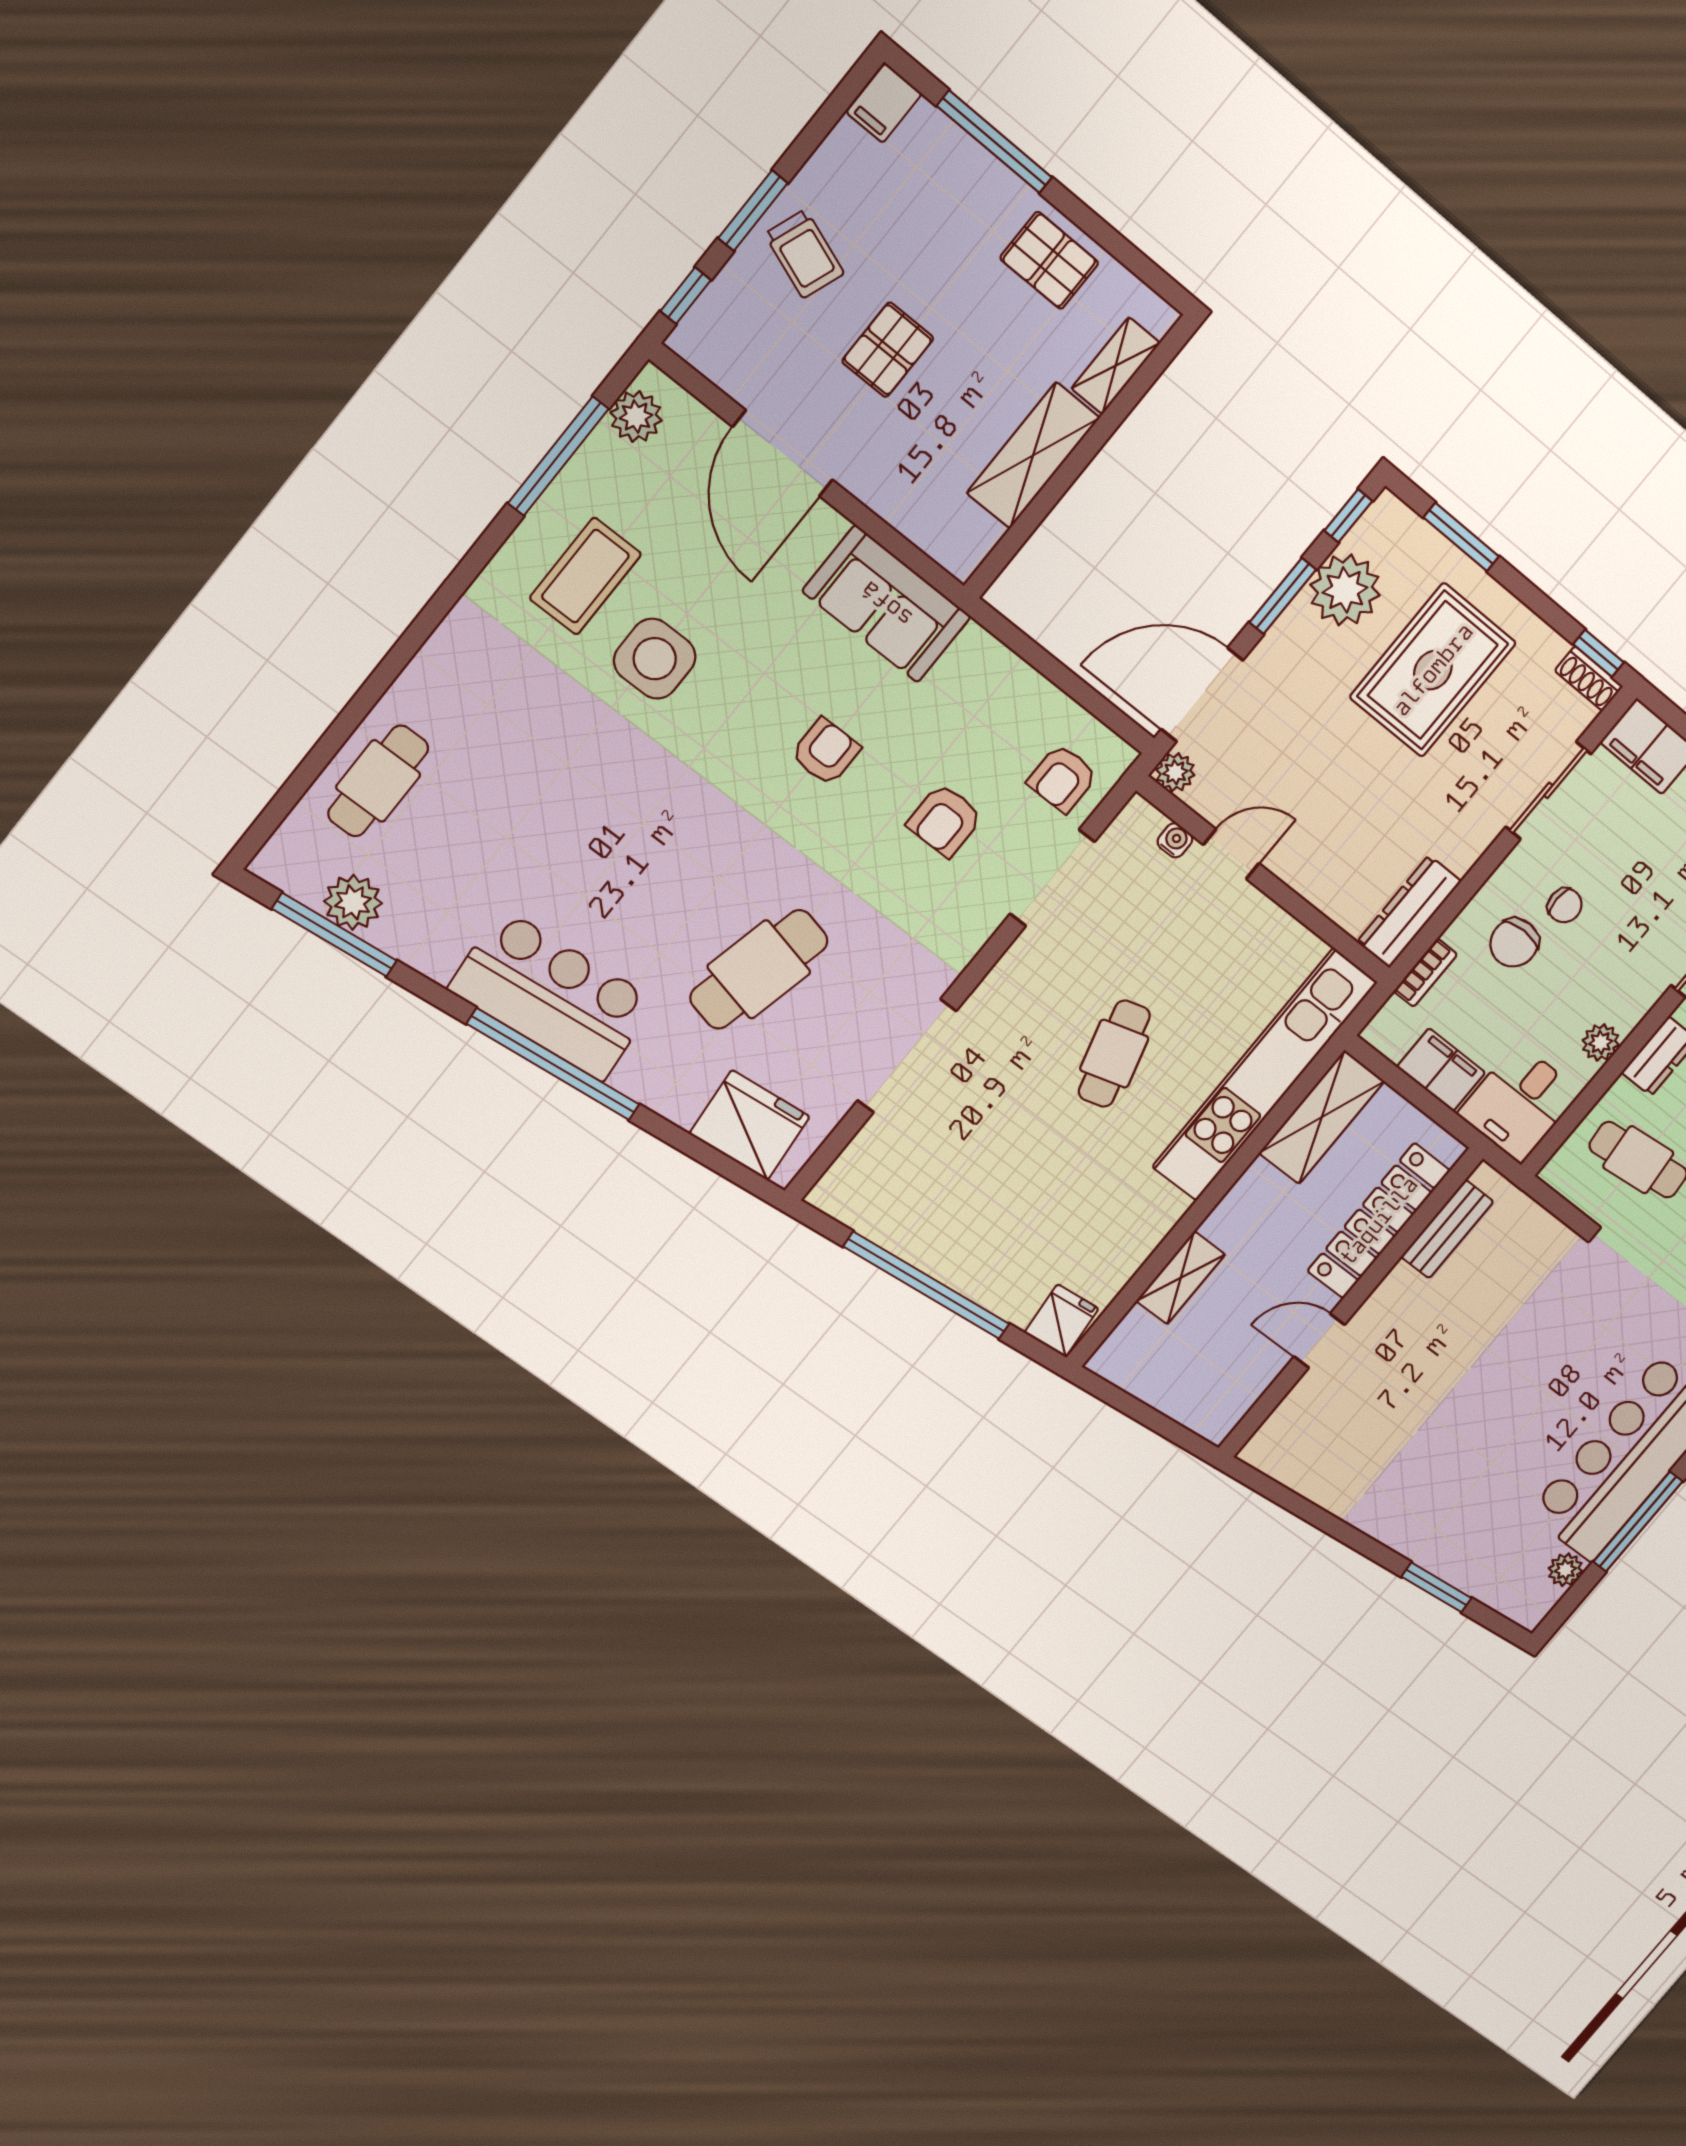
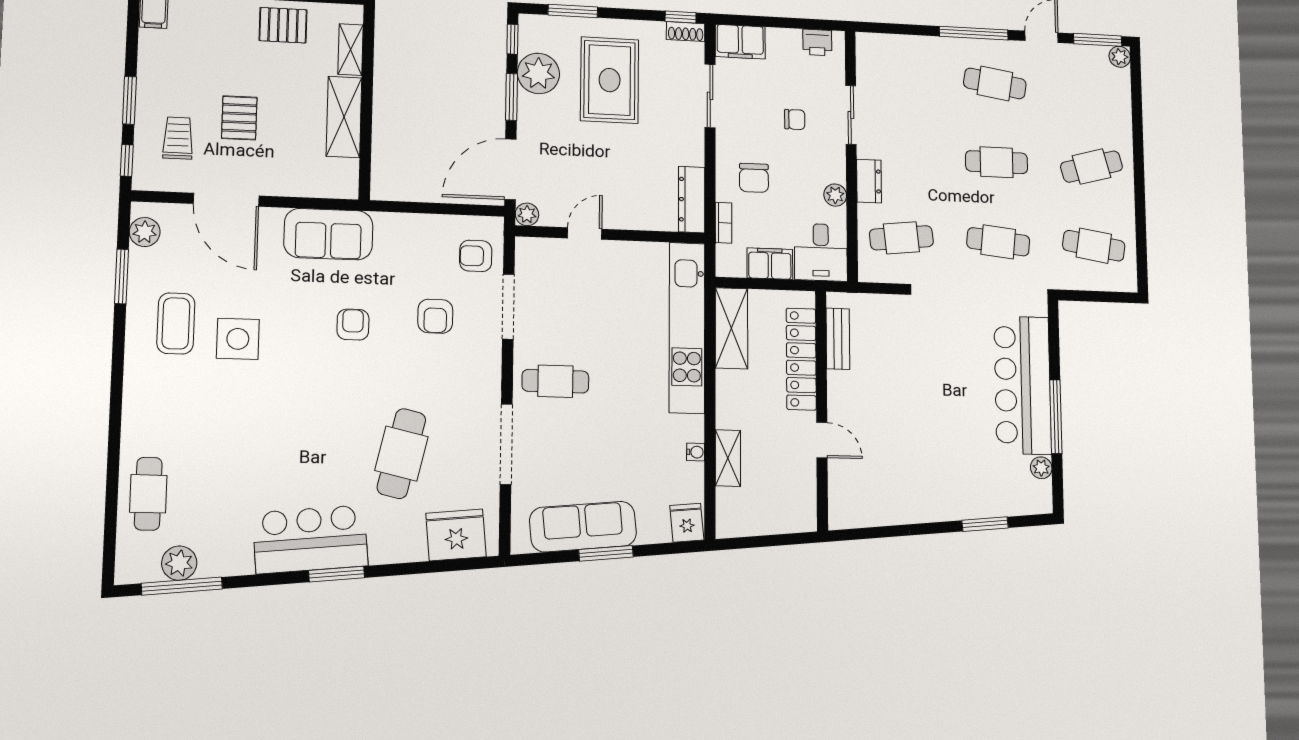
trolley: (804, 254) -> (178, 138), moved, turned -110
window: (558, 456) -> (122, 276), width x0.69
armchair: (1062, 778) -> (476, 256), turned 90
water cooler: (1175, 840) -> (696, 452), moved, turned 90
chair: (1565, 905) -> (795, 119), moved
cafe table: (1114, 1054) -> (555, 381), moved, turned -74
window: (553, 1064) -> (337, 574), width x0.47
sofa: (924, 1231) -> (583, 527), added
window: (927, 1285) -> (606, 553), width x0.47
door: (1319, 1341) -> (822, 440), swing flipped

